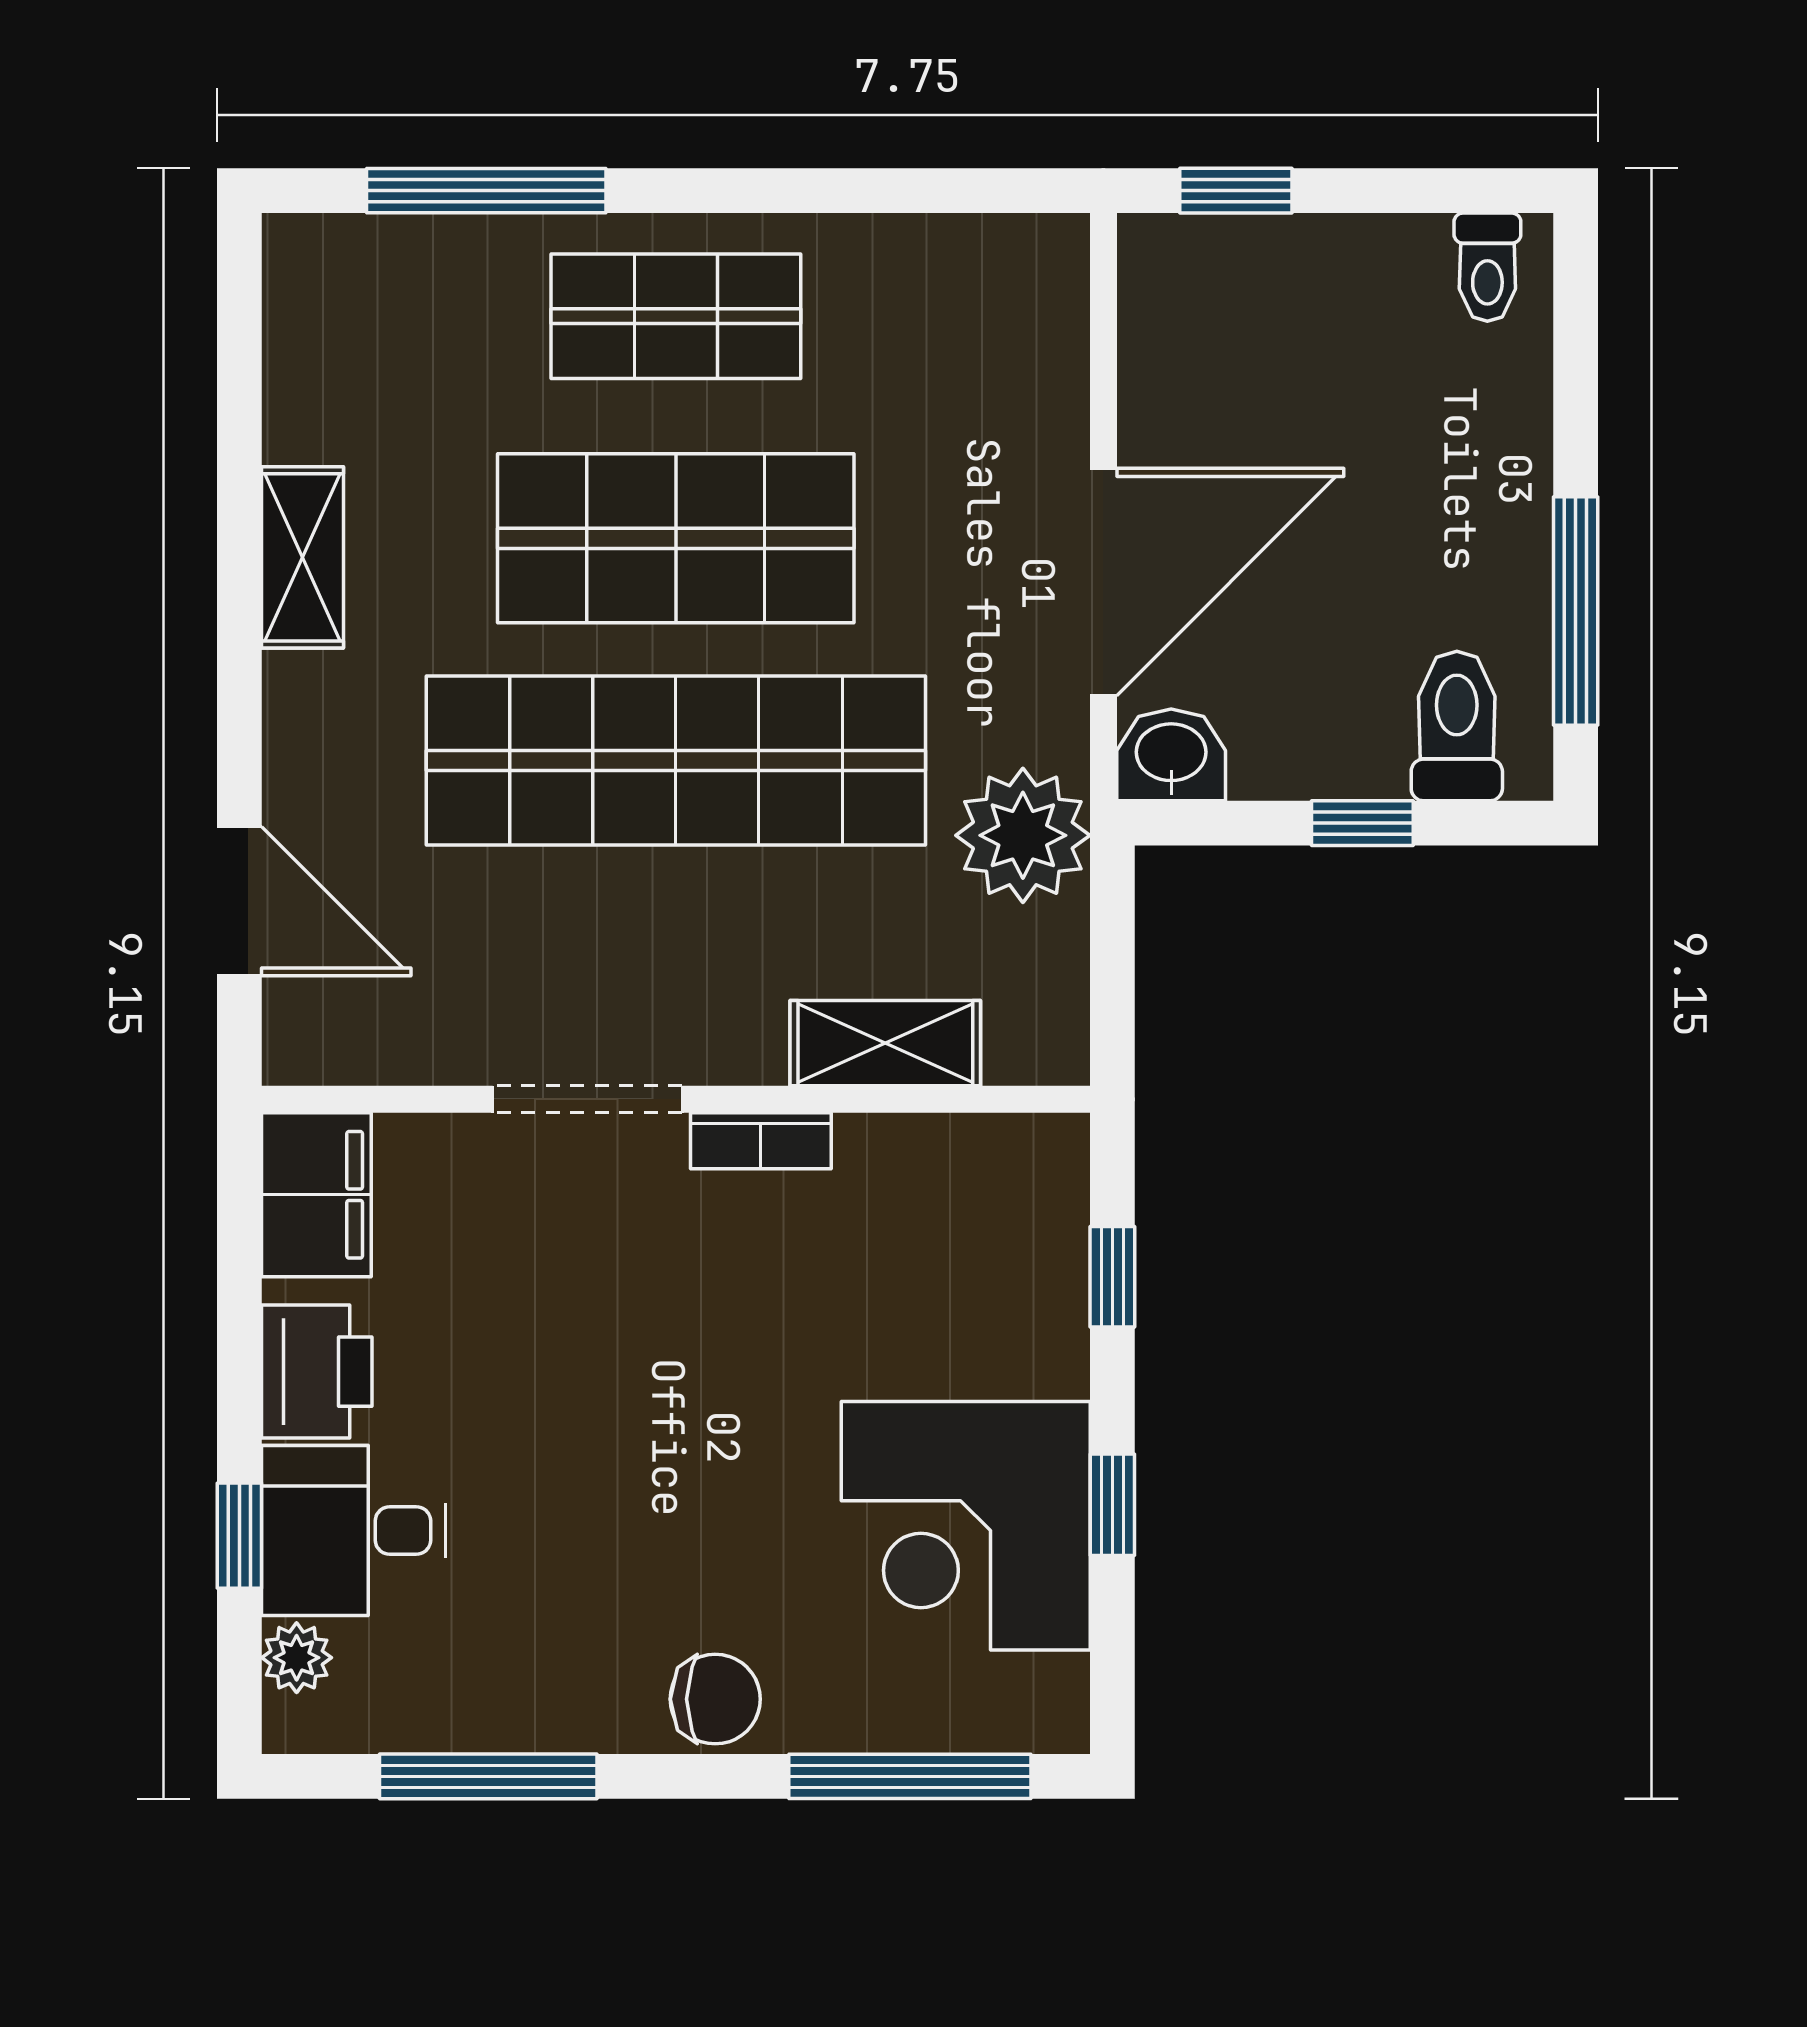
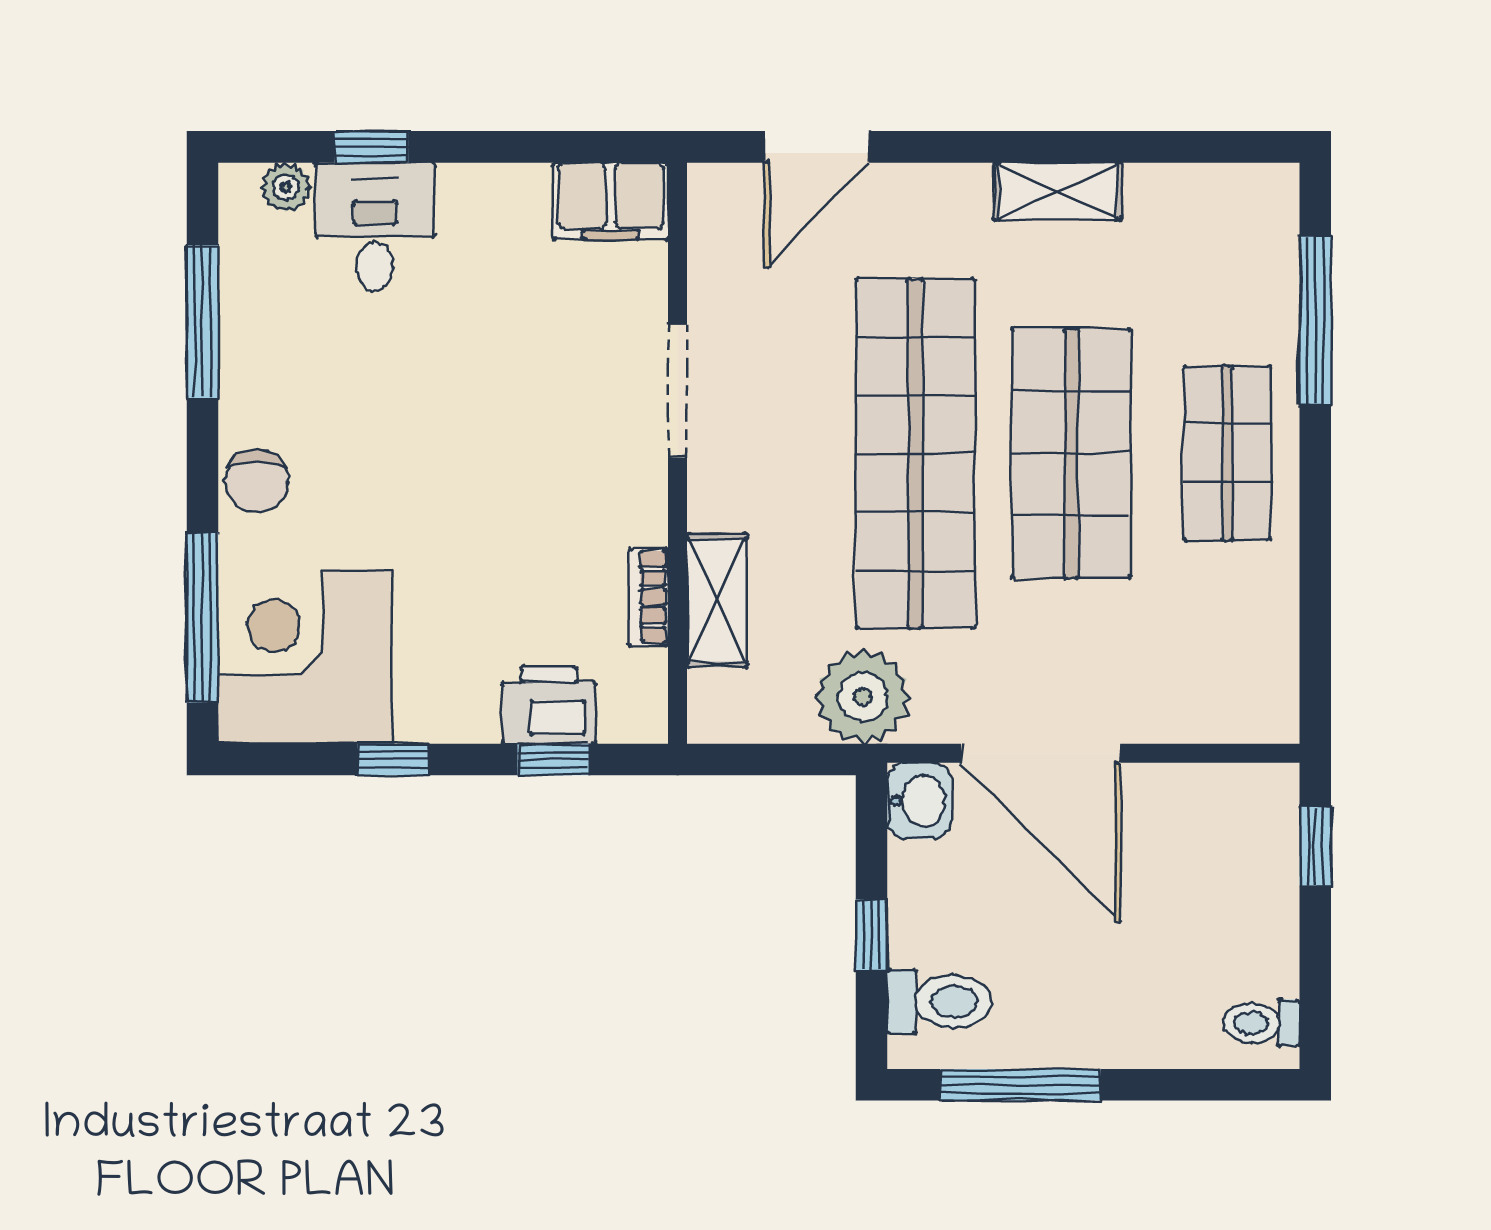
bookcase: (761, 1141) -> (648, 597), moved
printer: (317, 1372) -> (549, 705), moved, turned 180
corner desk: (966, 1526) -> (305, 657), moved

